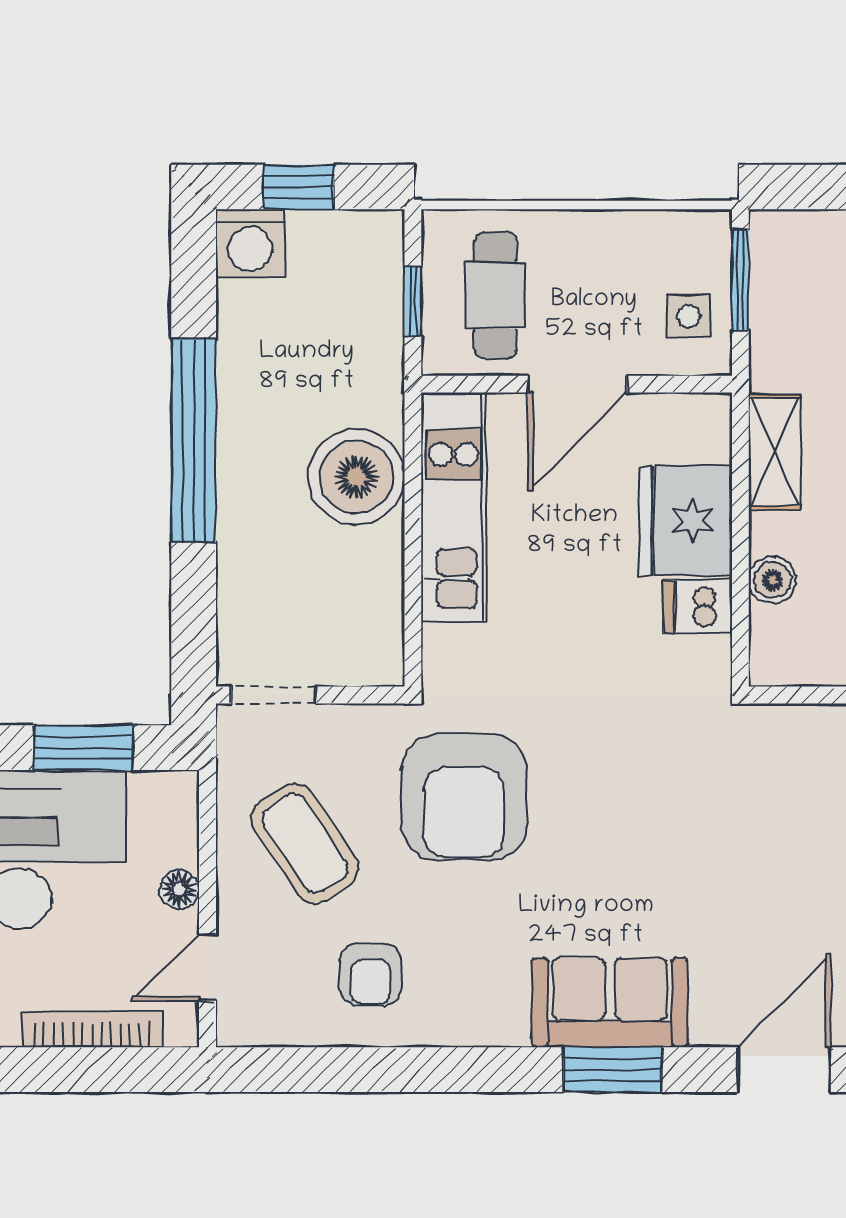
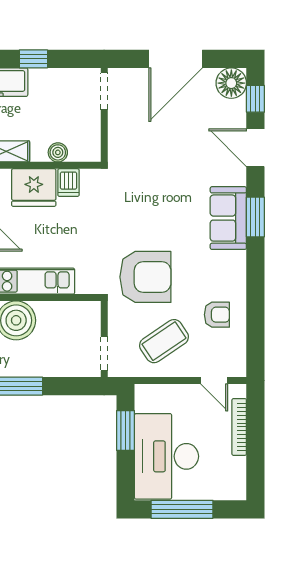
floor lamp: (179, 889) -> (183, 392), removed

